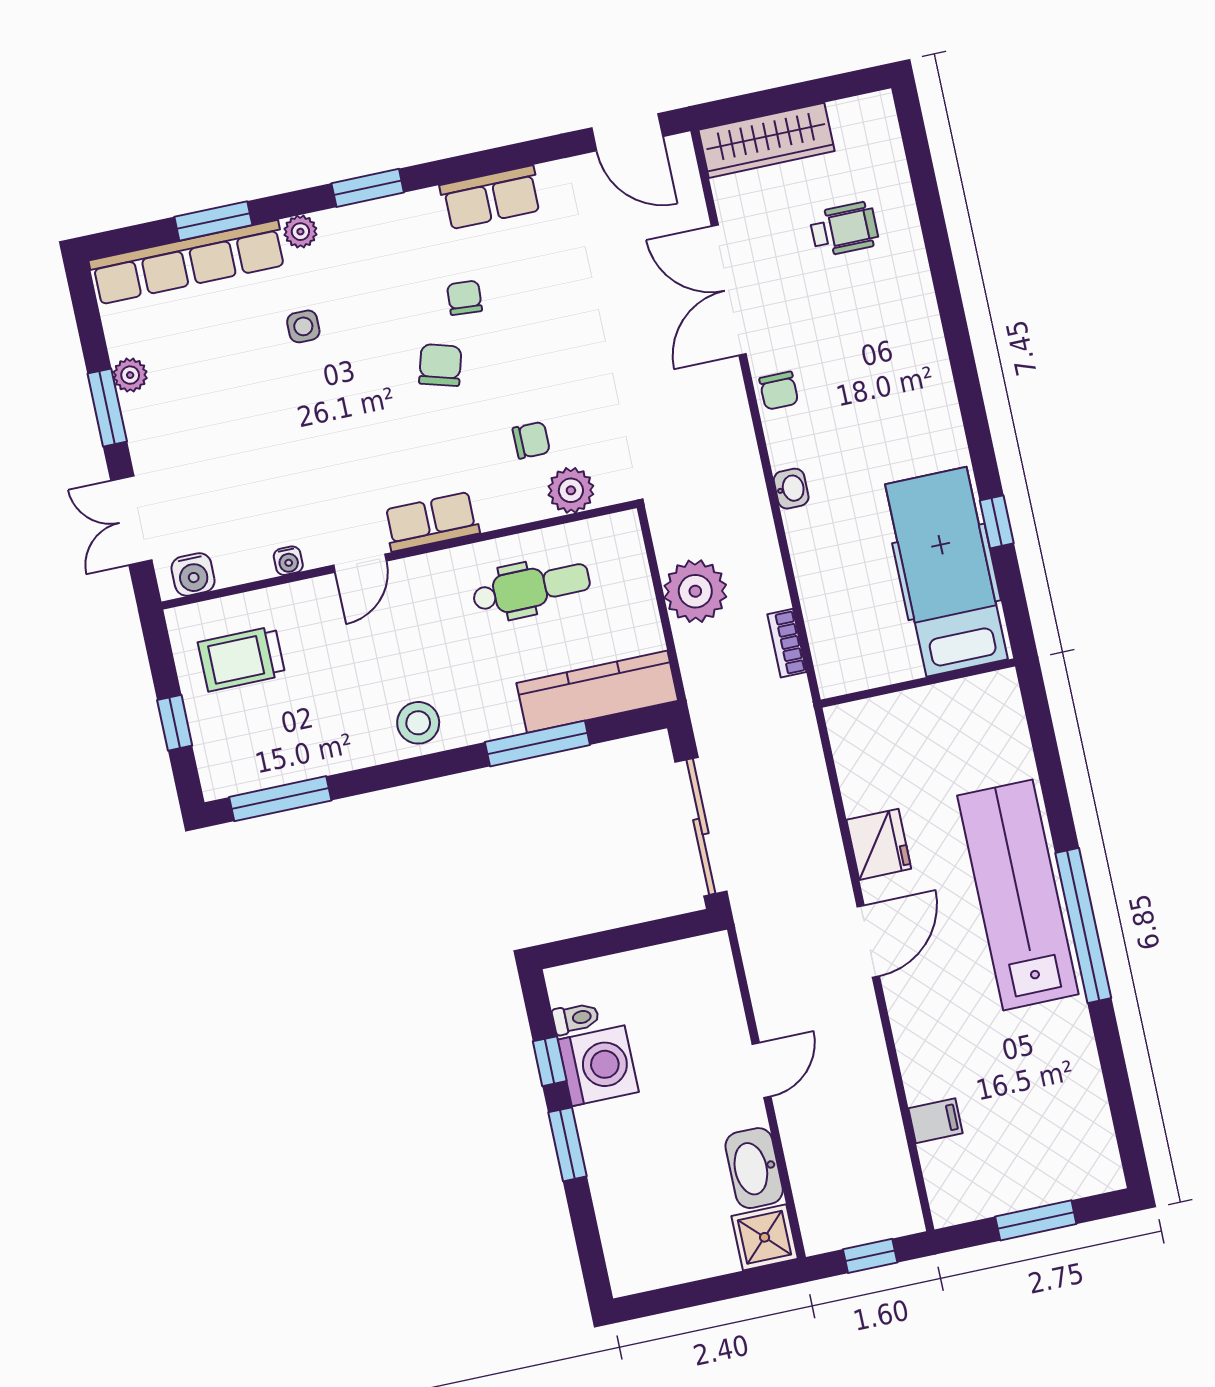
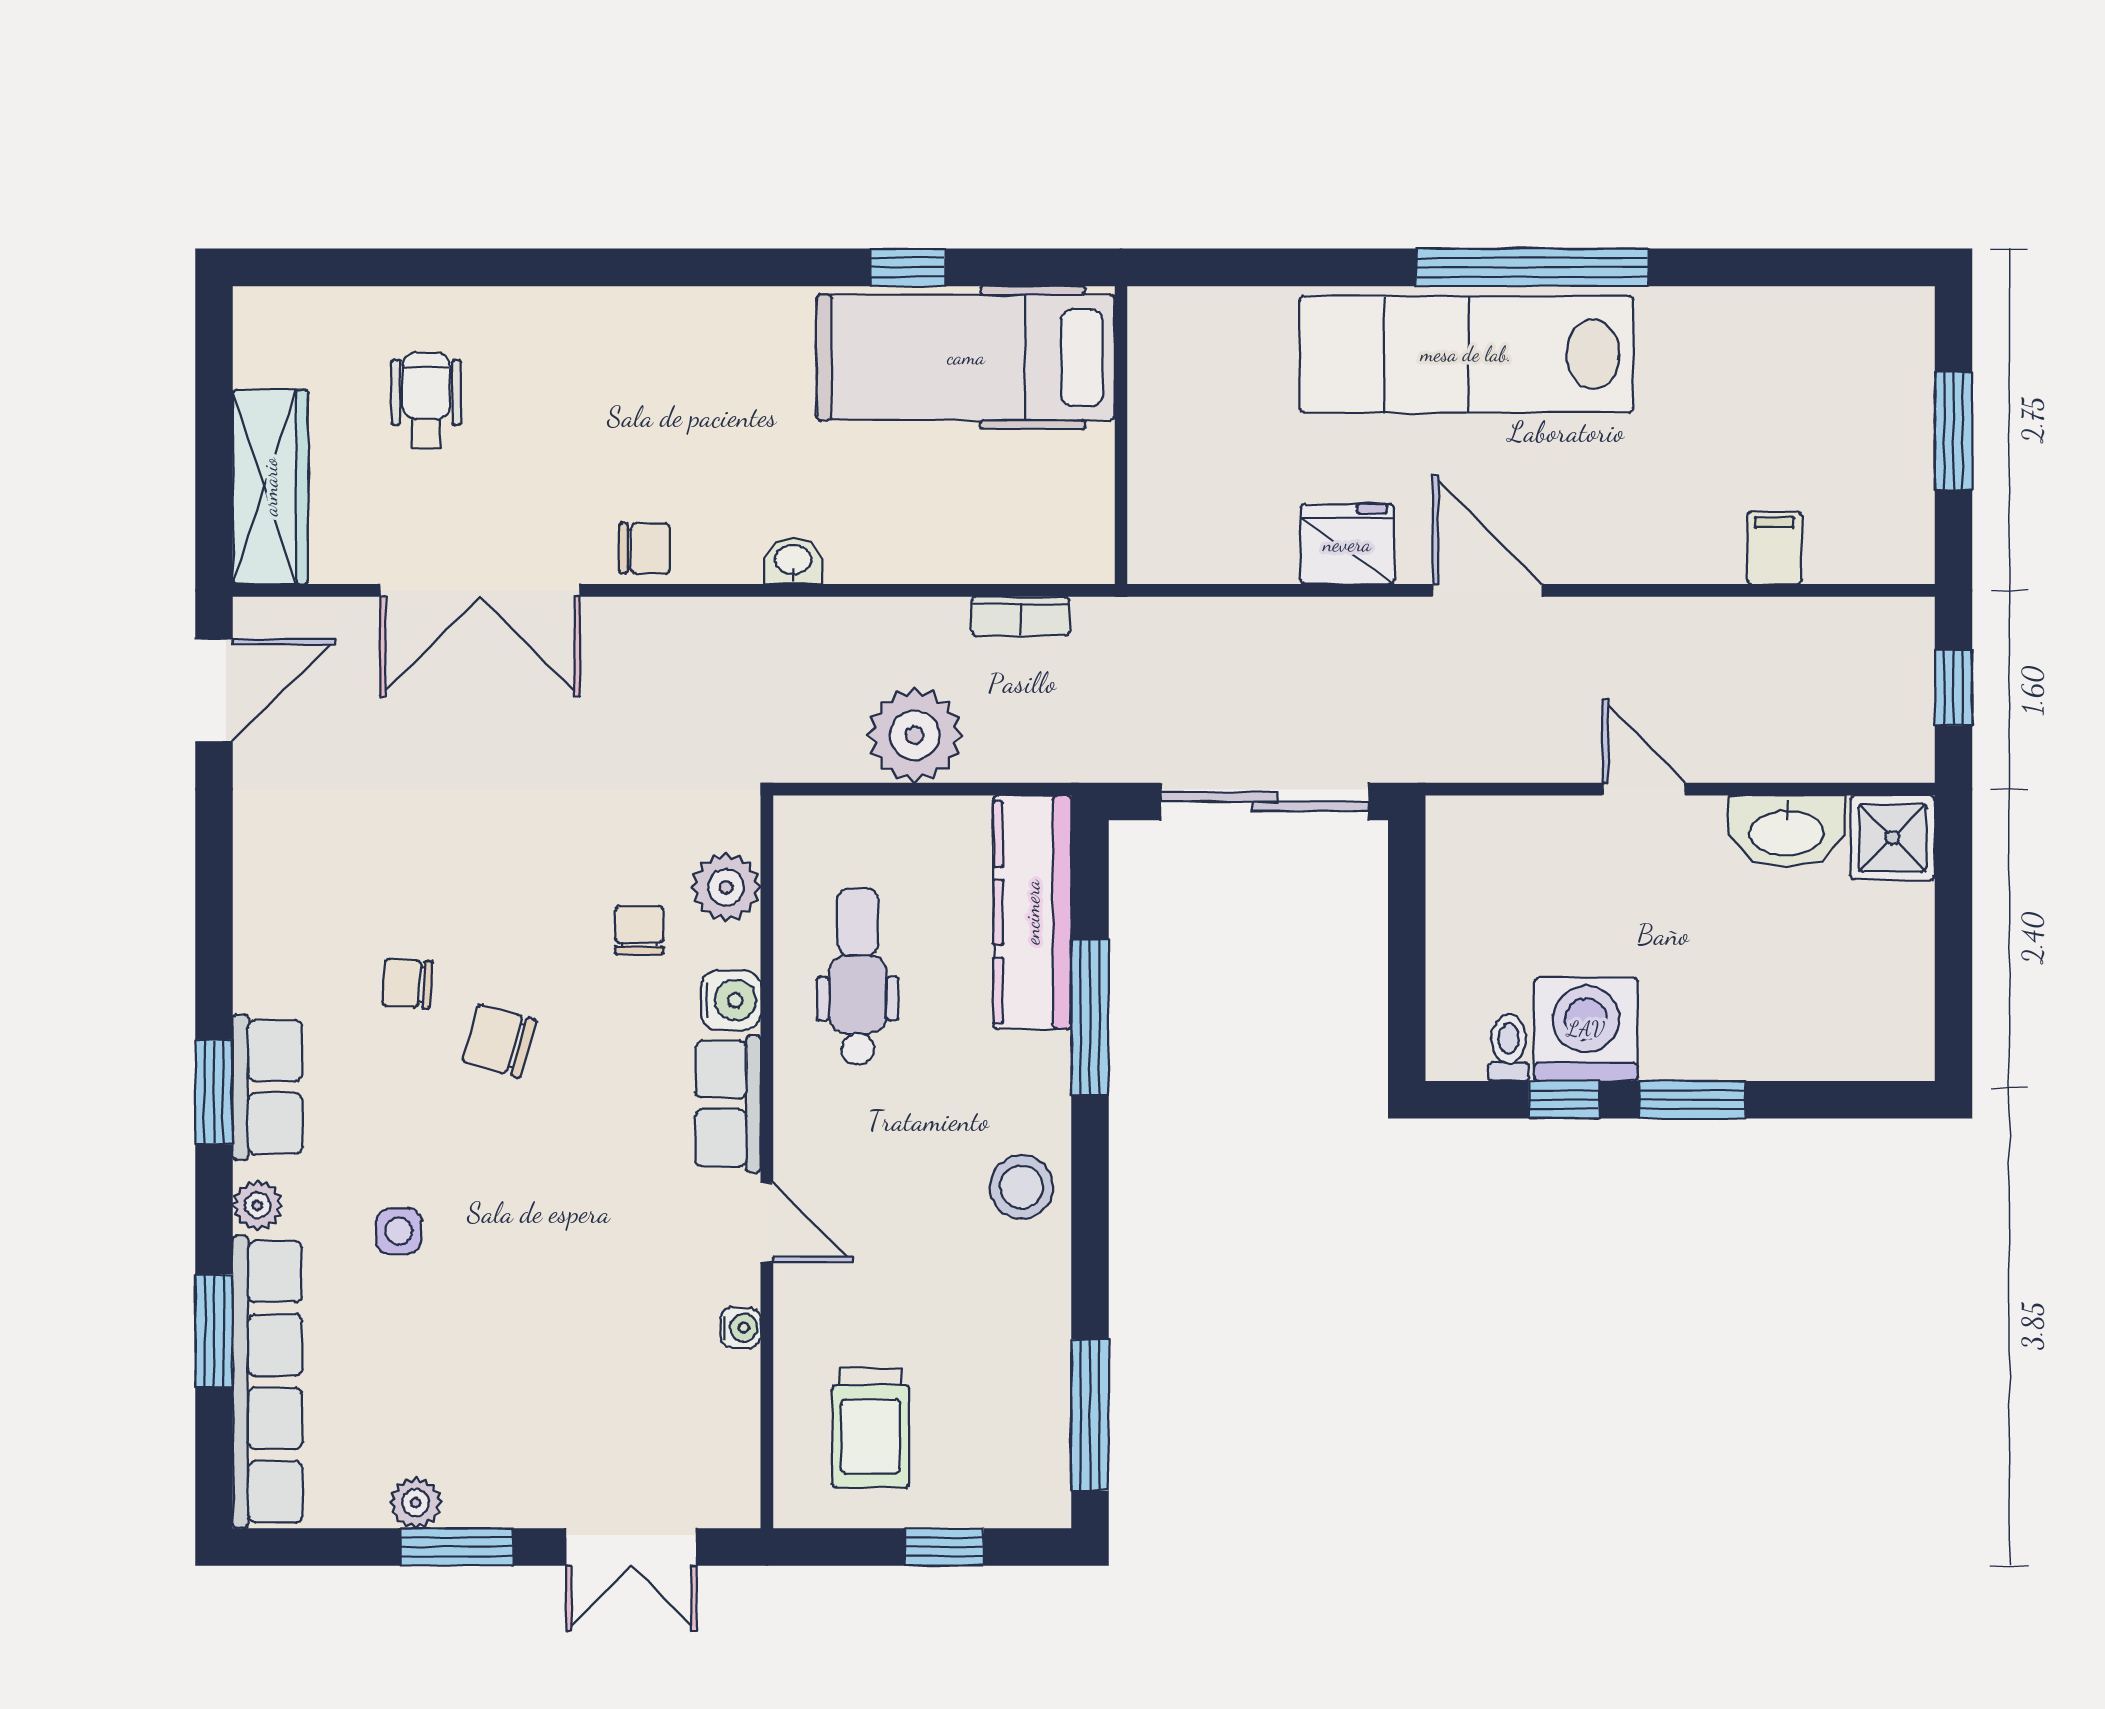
row of seats: (491, 198) -> (268, 1087), moved
water cooler: (193, 574) -> (731, 1000), moved

